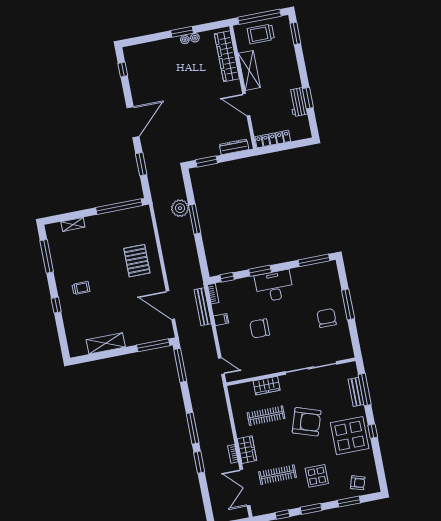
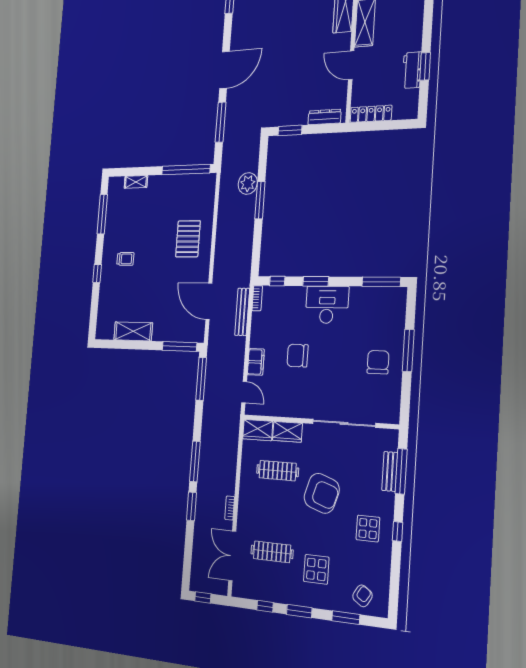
window: (141, 164) -> (221, 122), width x1.44
filing cabinet: (221, 320) -> (256, 362), moved, width x2.00
display table: (350, 436) -> (368, 529), width x0.54, depth x0.54
wardrobe: (247, 450) -> (258, 430), moved, turned 90
armchair: (358, 483) -> (362, 596), turned -74

